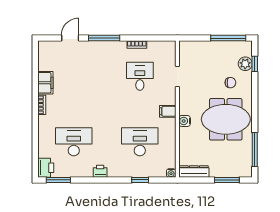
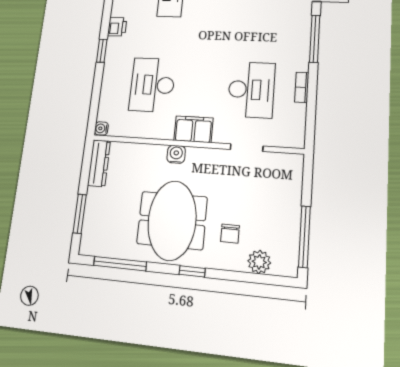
window: (255, 64) -> (192, 271), moved
desk: (140, 76) -> (251, 90), width x1.37
filing cabinet: (168, 111) -> (193, 129), width x2.00
desk: (140, 142) -> (152, 85), turned 180
window: (140, 180) -> (102, 51), moved

